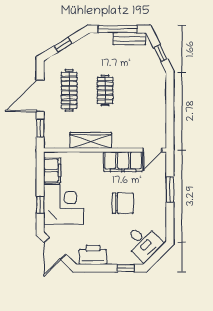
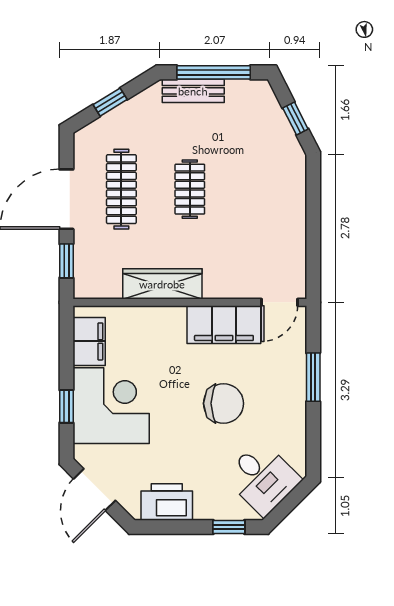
bench: (129, 39) -> (193, 91), moved

